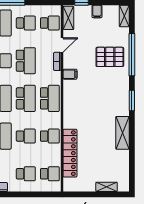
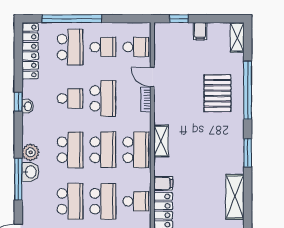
shelving: (68, 18) -> (161, 141), moved
door: (62, 45) -> (152, 77), swing flipped
pallet: (110, 57) -> (217, 93), turned 90
filing cabinet: (70, 74) -> (163, 184), moved
school desk: (26, 136) -> (103, 201), width x1.85

